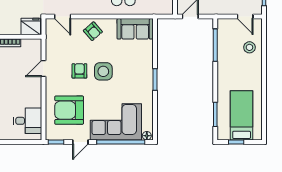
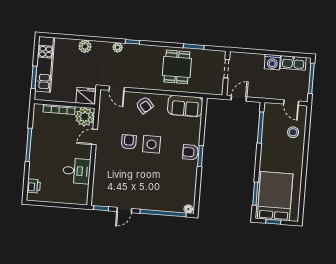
plant: (32, 48) -> (85, 117), added
armchair: (69, 110) -> (190, 152), moved, width x0.53, depth x0.53
bed: (242, 115) -> (275, 196), width x1.50
desk: (28, 121) -> (77, 171), moved
corner sofa: (116, 122) -> (160, 193), removed

